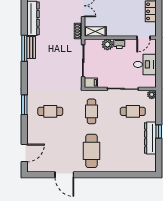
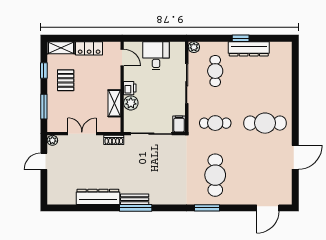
shelving: (95, 31) -> (114, 103), moved
cafe table: (50, 111) -> (215, 175), width x1.37, depth x1.35
door: (24, 153) -> (268, 208), swing flipped

